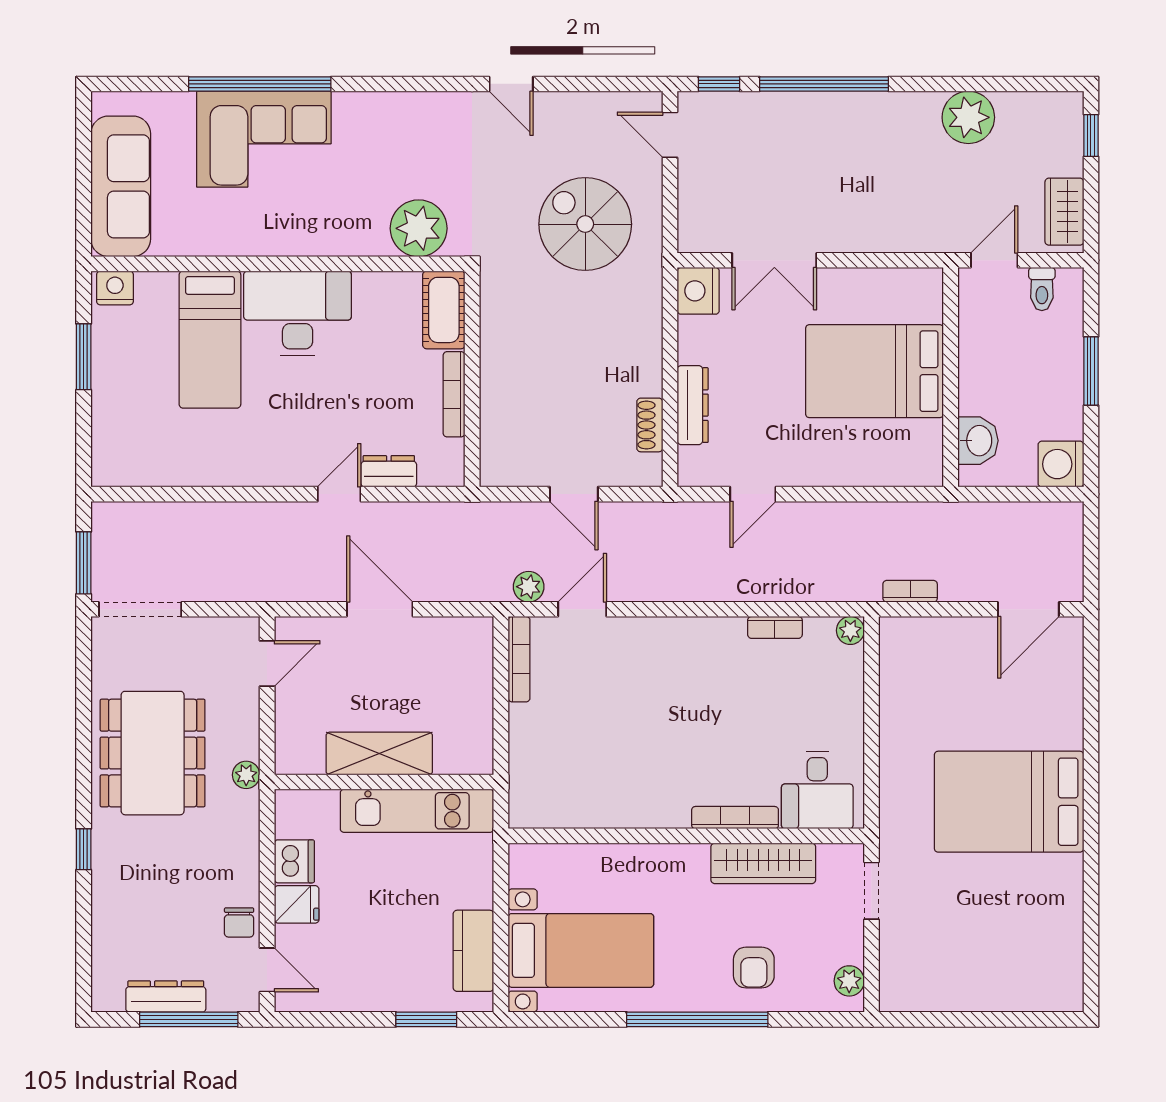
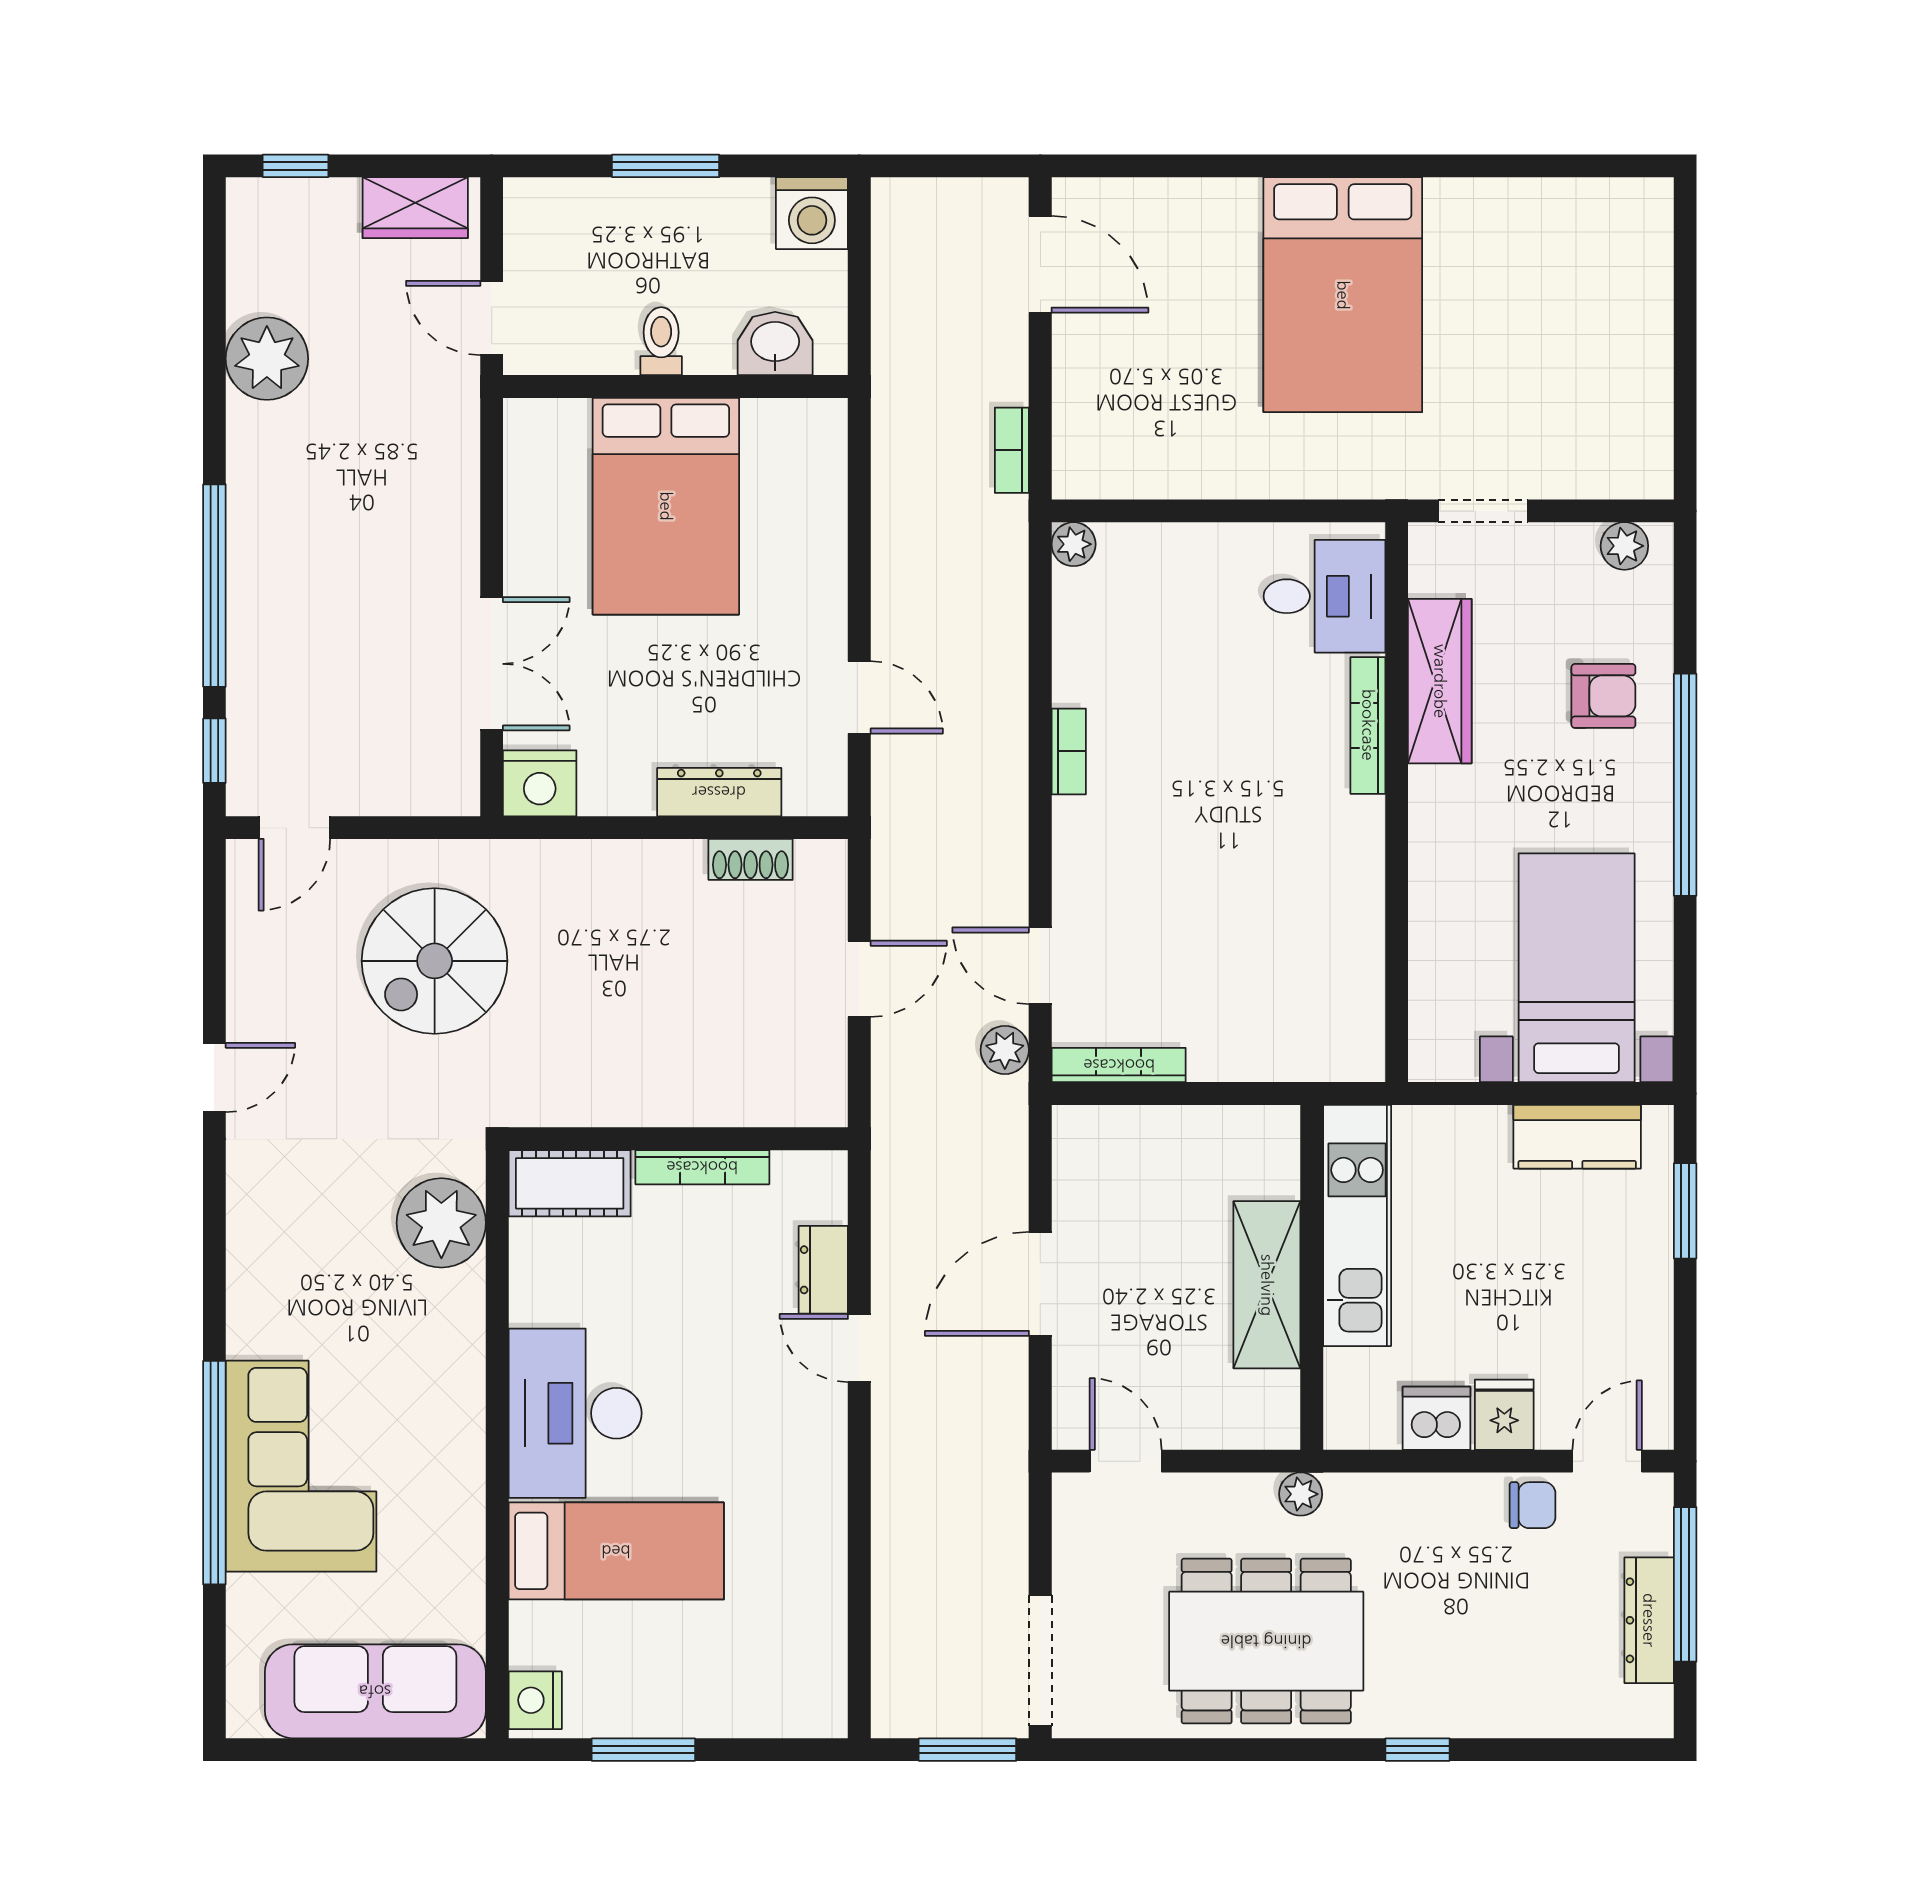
toilet: (1042, 289) -> (661, 341), moved, turned -90
bookcase: (775, 627) -> (1069, 751), moved

